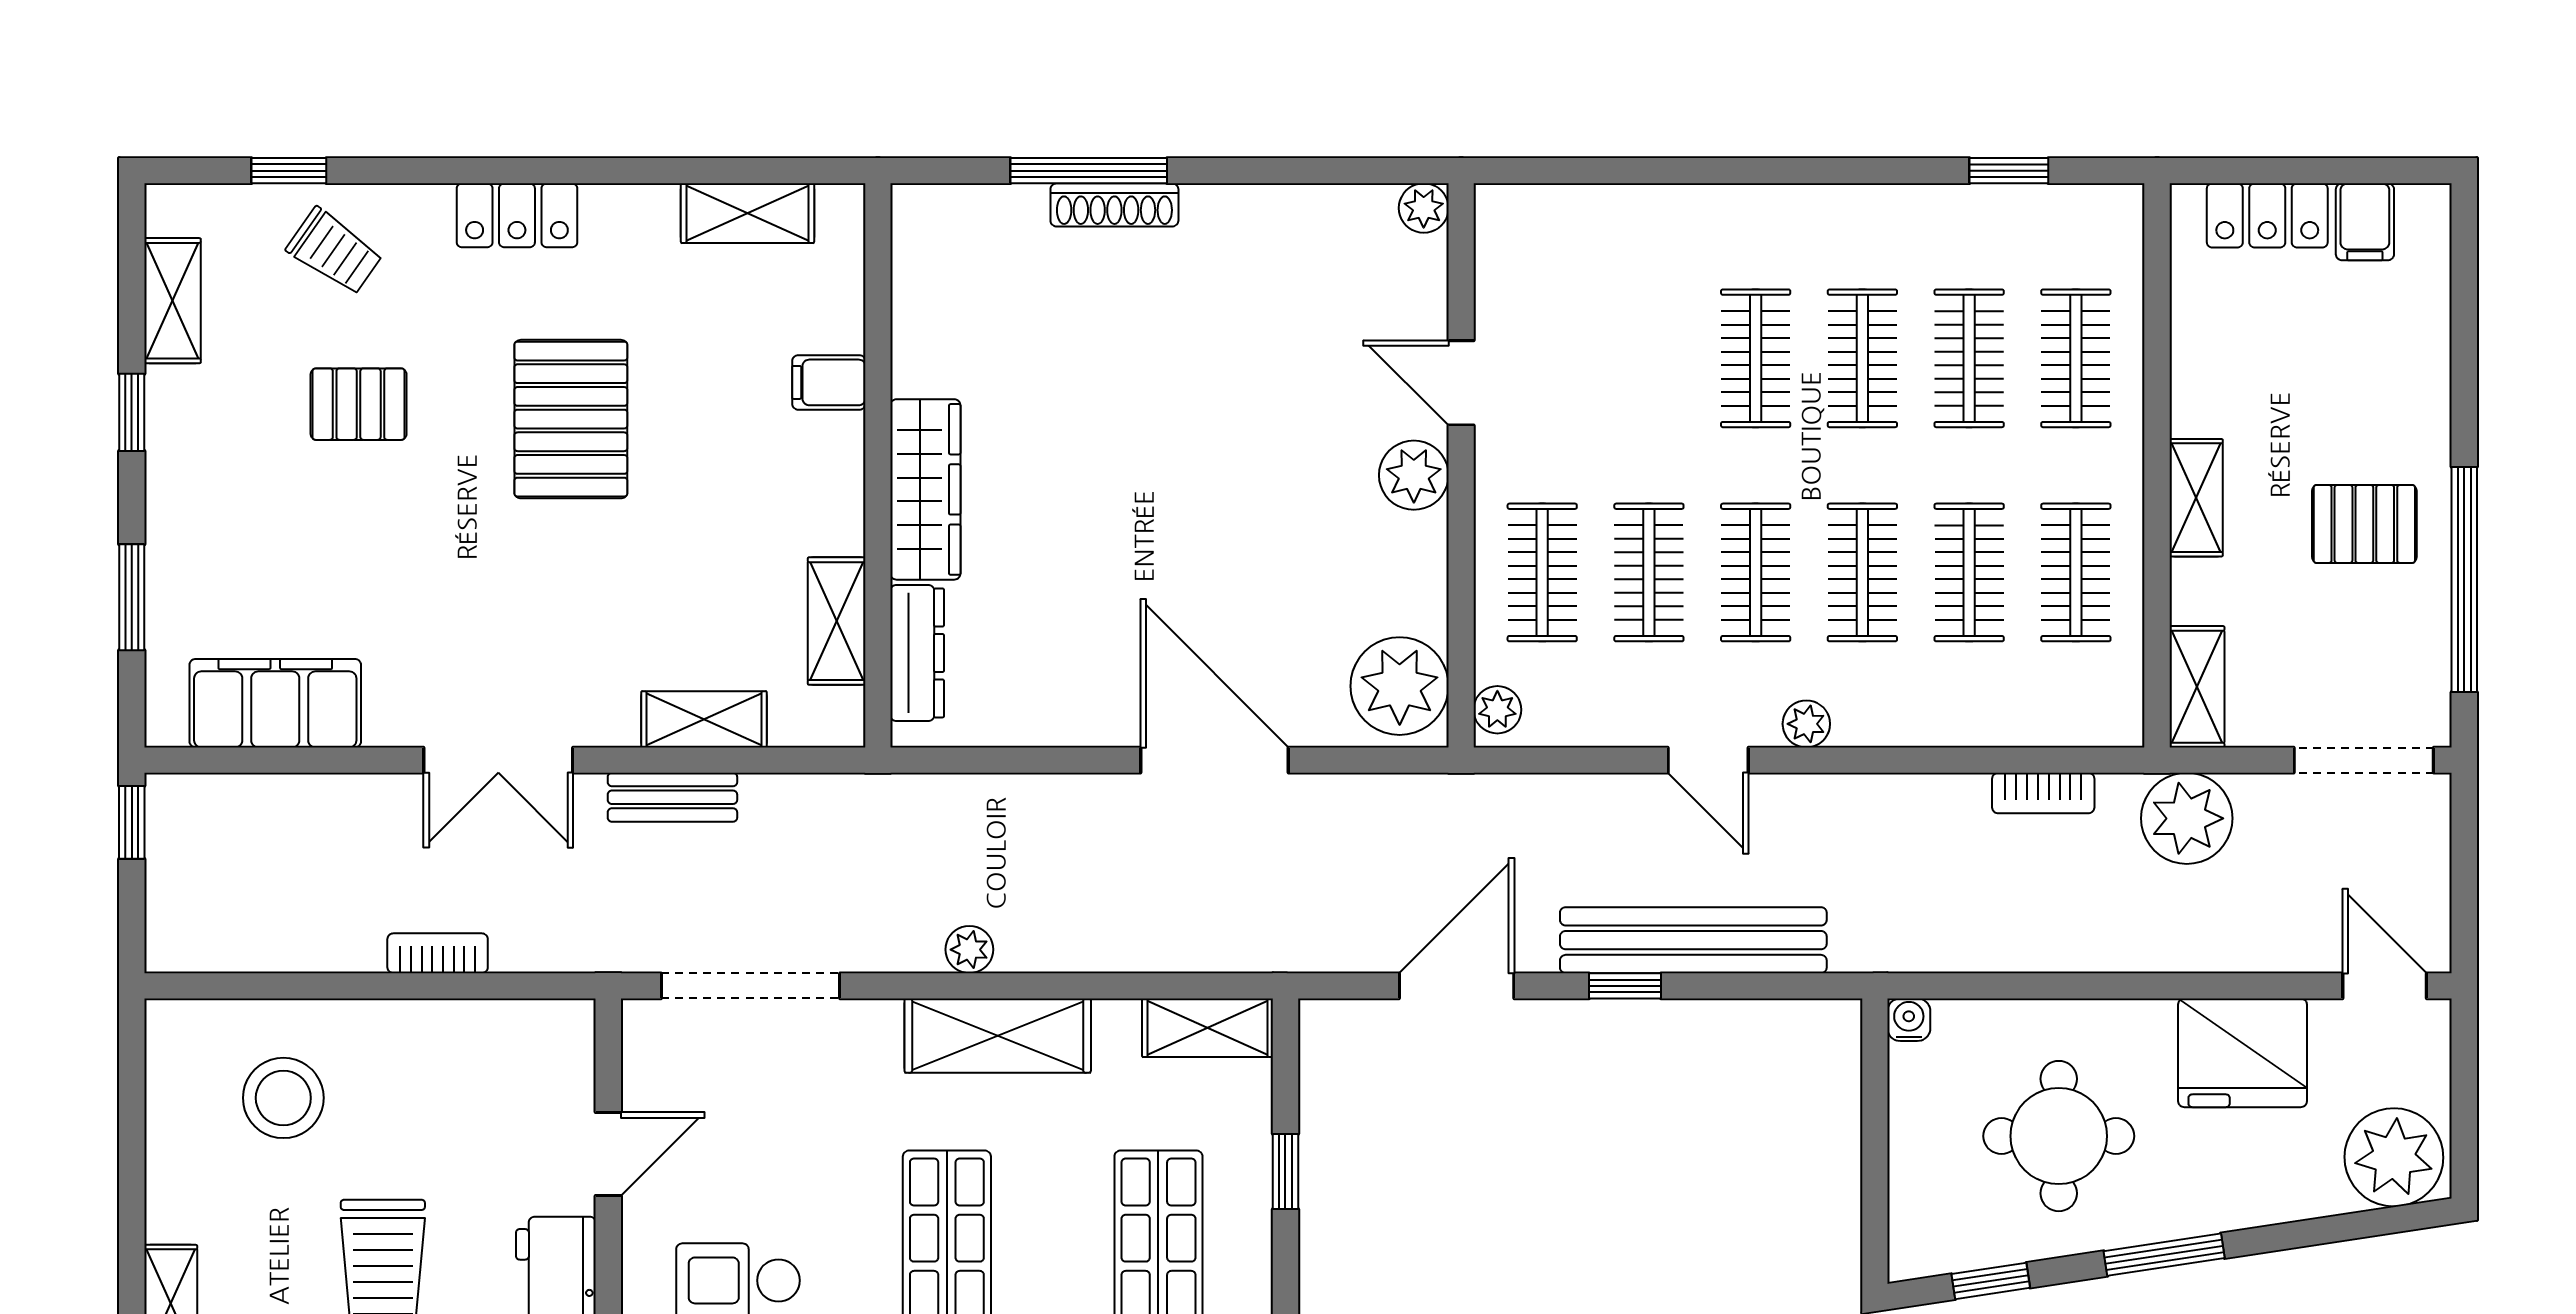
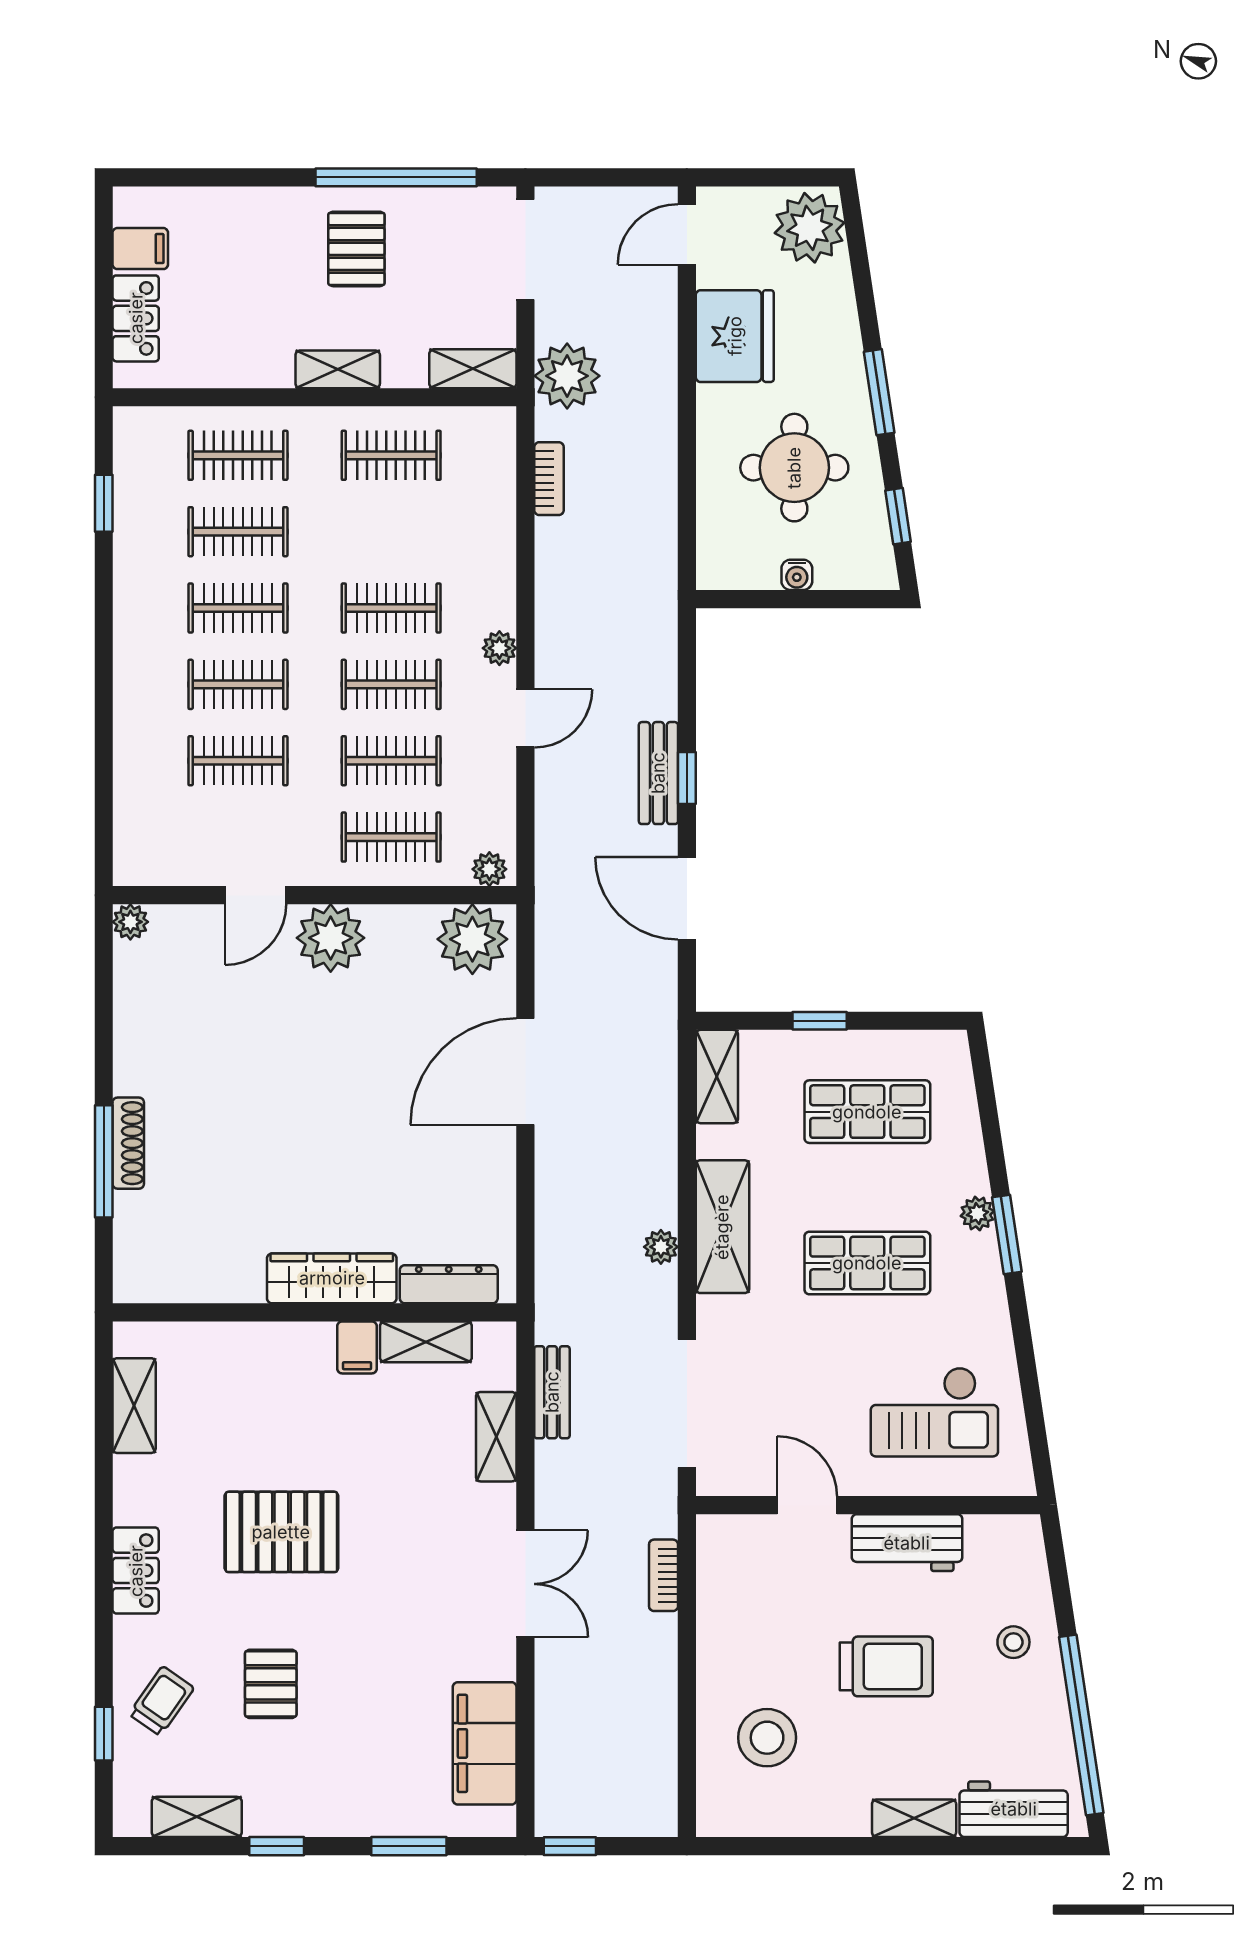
filing cabinet: (829, 382) -> (357, 1347), moved
plant: (1414, 475) -> (331, 938), width x1.36, depth x1.36
clothes rail: (1969, 572) -> (238, 761), moved
bench: (672, 797) -> (552, 1392), moved
bench: (1693, 940) -> (658, 773), width x0.54, depth x0.82
bookcase: (438, 953) -> (664, 1575), moved
water cooler: (1909, 1020) -> (797, 575), moved, turned -90

